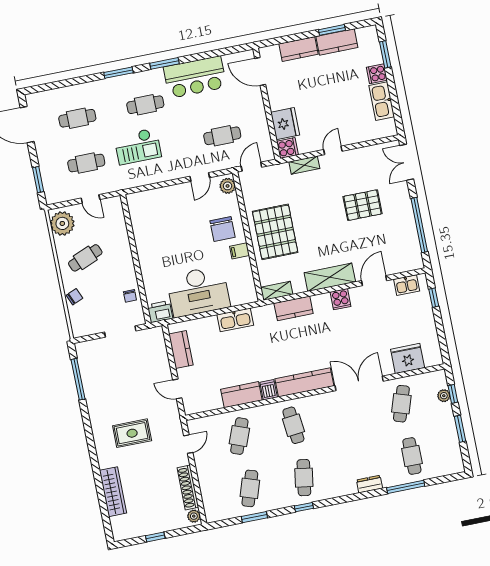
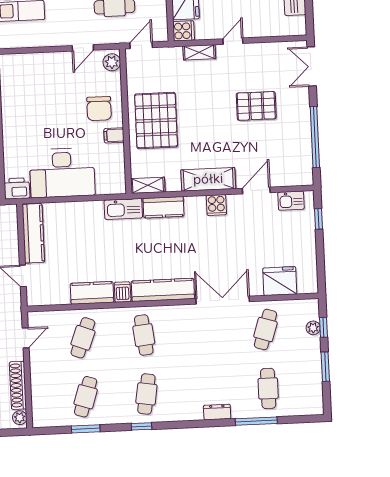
kitchen sink: (235, 320) -> (123, 209), moved
kitchen counter: (181, 349) -> (33, 233), width x1.50

